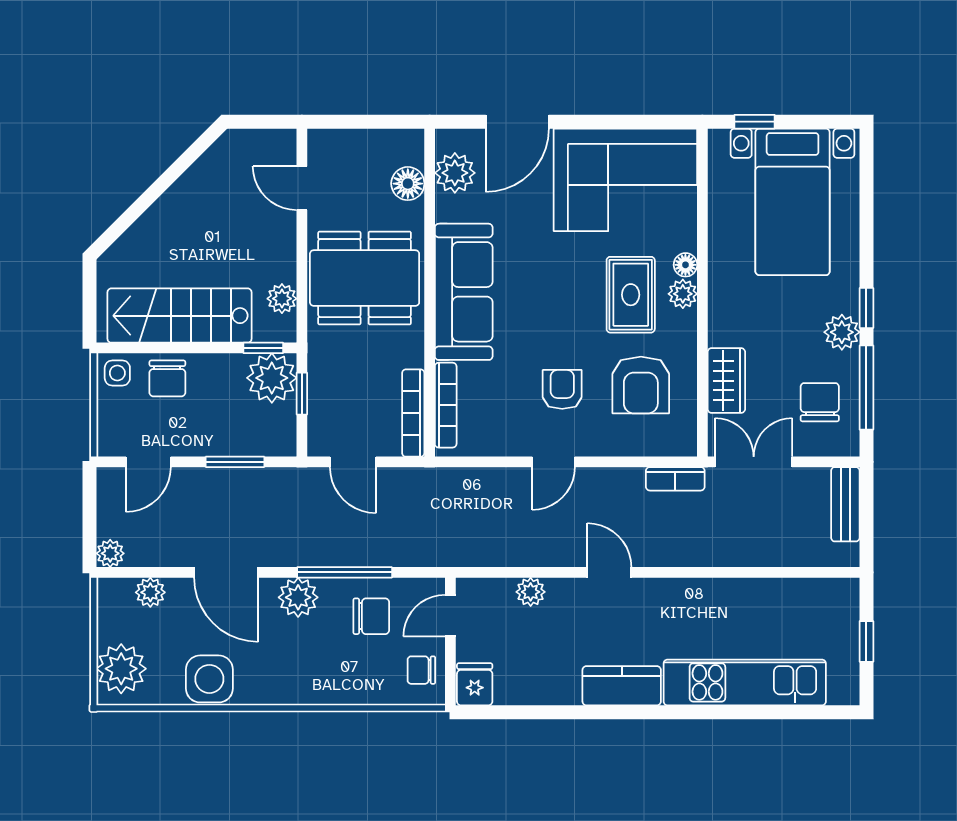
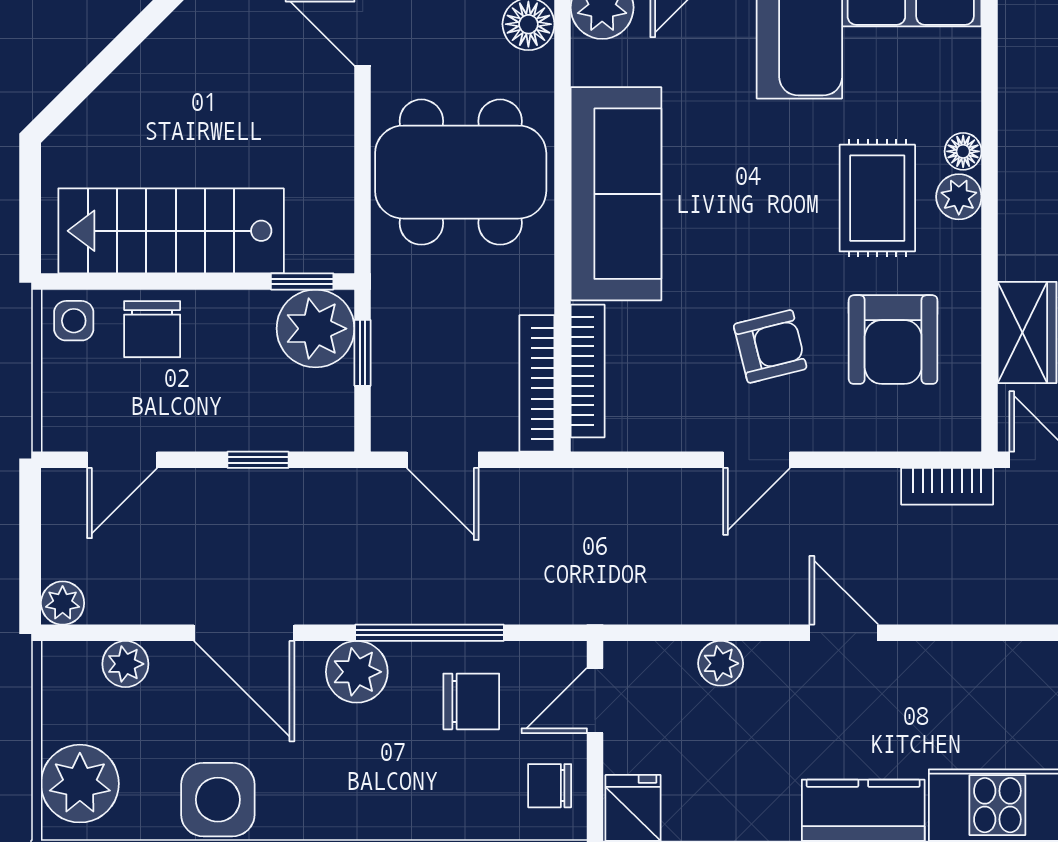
plant: (282, 299) -> (331, 204), removed
armchair: (562, 389) -> (770, 346), turned 76
window: (235, 462) -> (258, 460), width x0.67

